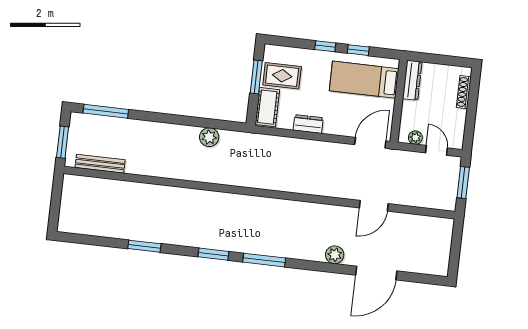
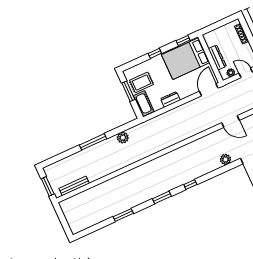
window: (358, 50) -> (183, 40), moved
bed: (364, 80) -> (186, 59), width x1.50
dresser: (412, 80) -> (217, 57), moved
window: (106, 111) -> (93, 142), moved
door: (374, 206) -> (230, 122), hinge flipped
window: (264, 260) -> (190, 184), width x0.46

